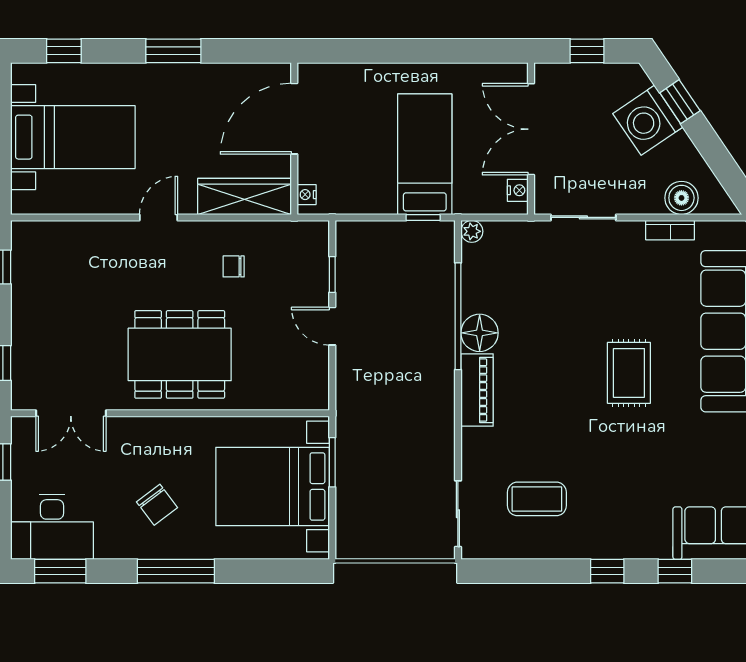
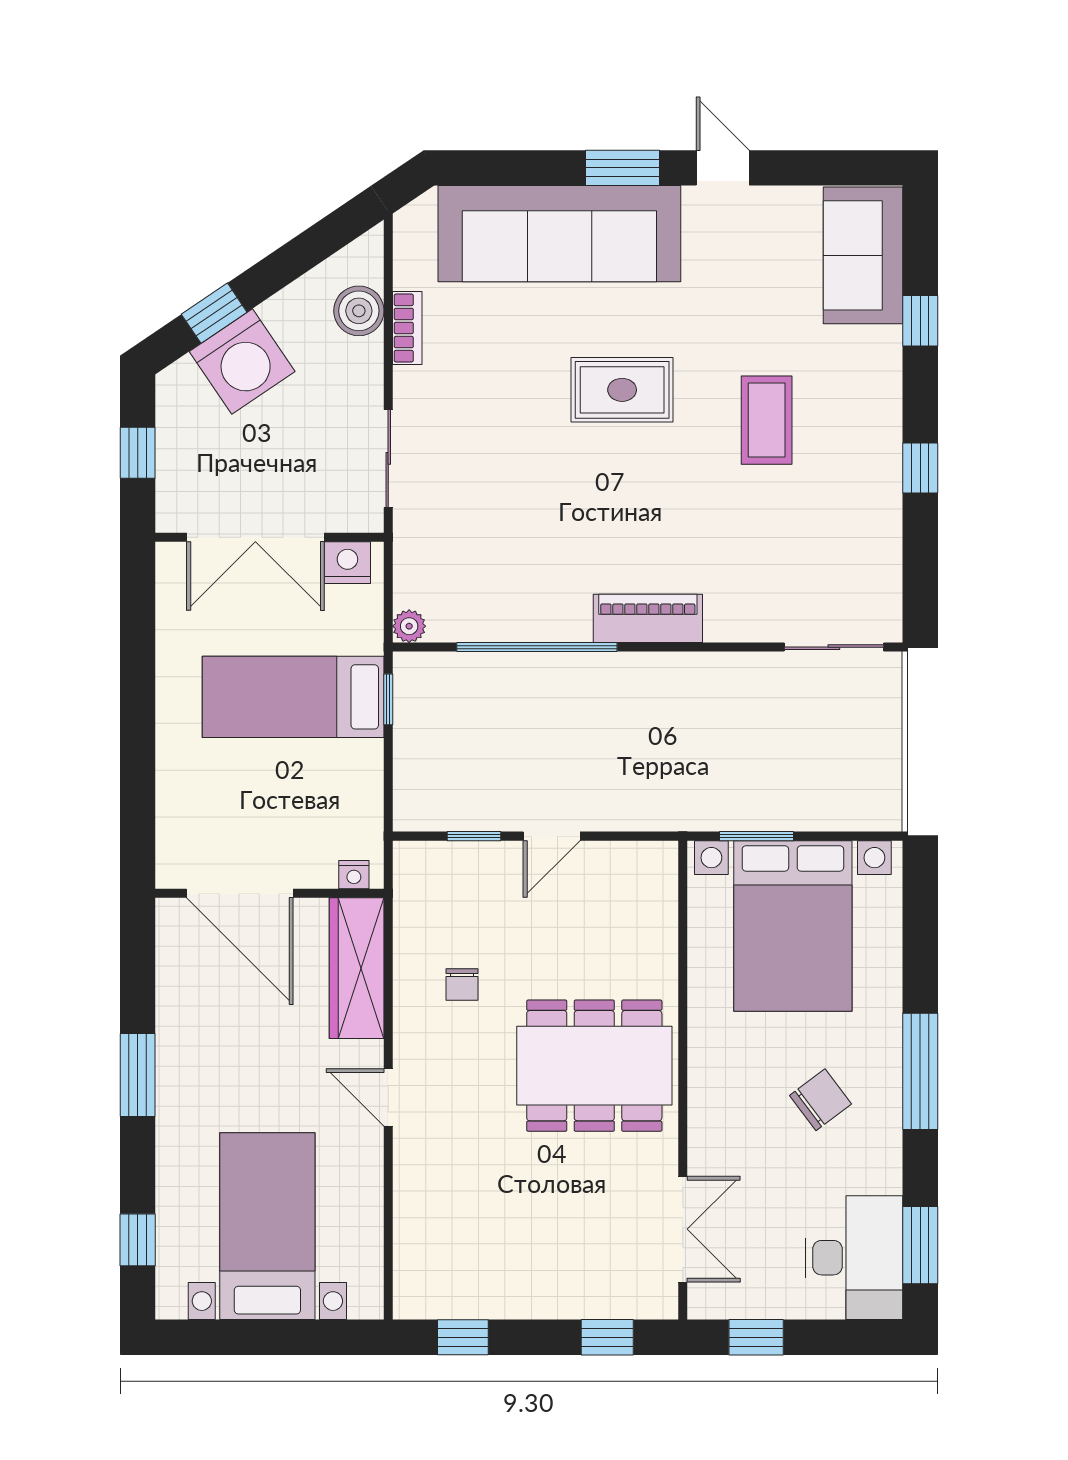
nightstand: (518, 190) -> (347, 563), width x1.39, depth x1.35
floor lamp: (480, 333) -> (562, 615), removed
dining table: (180, 354) -> (594, 1066), turned 90
coffee table: (537, 499) -> (767, 420), moved
window: (607, 571) -> (920, 468), moved

